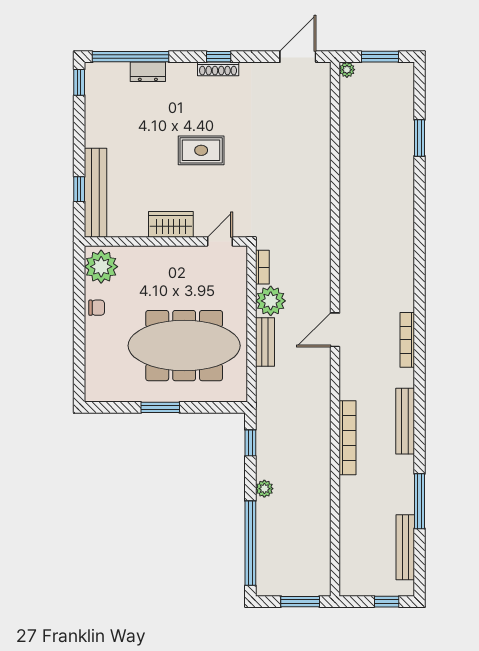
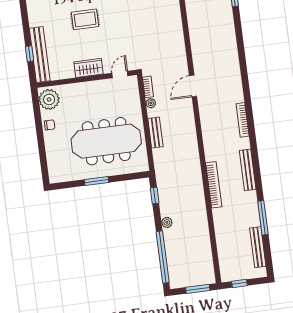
rug: (201, 150) -> (85, 19), moved
plant: (271, 301) -> (151, 103), width x0.53, depth x0.53
door: (335, 330) -> (193, 86), moved
window: (387, 602) -> (239, 283), moved

